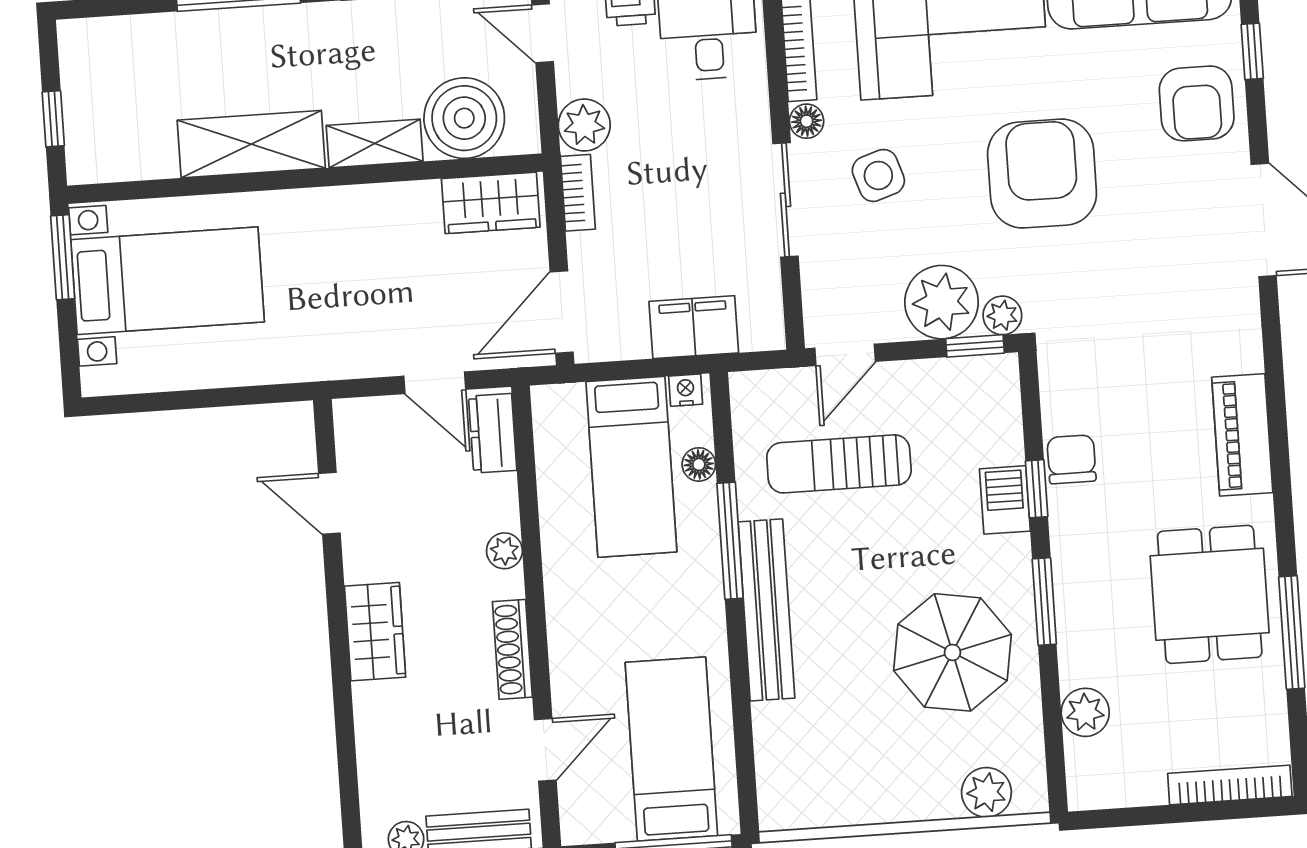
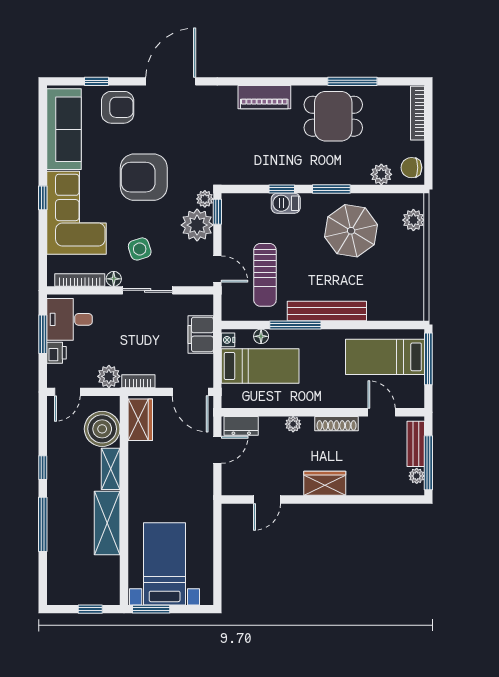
chair: (1071, 459) -> (411, 168), moved

